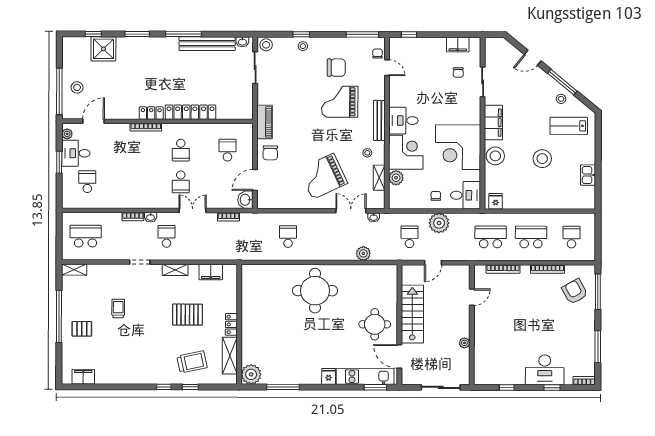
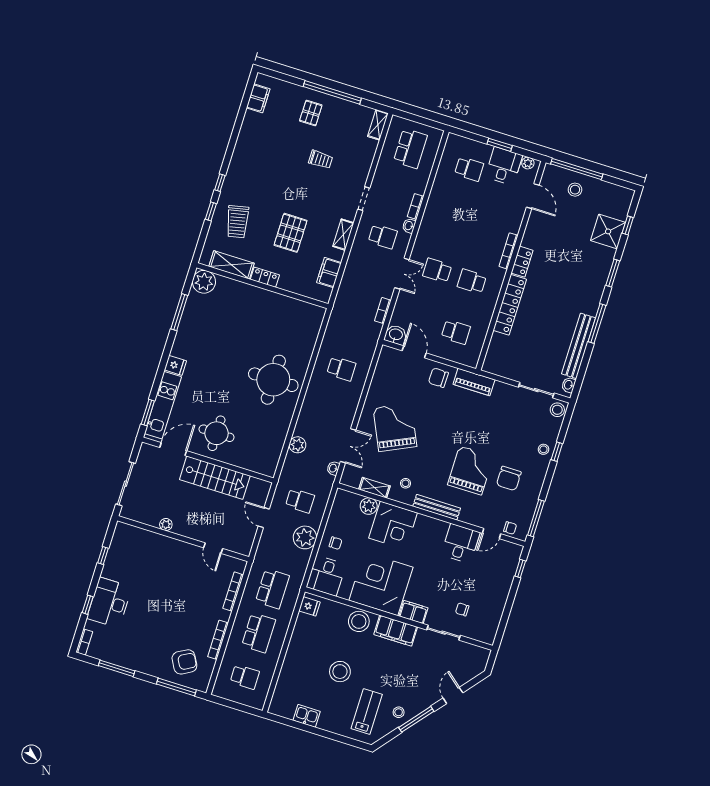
filing cabinet: (458, 45) -> (413, 612), moved, turned 90
desk: (403, 121) -> (461, 544), moved

